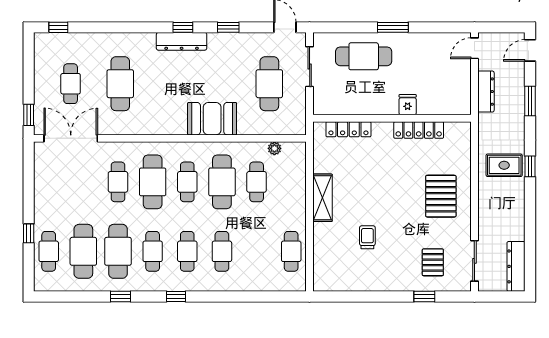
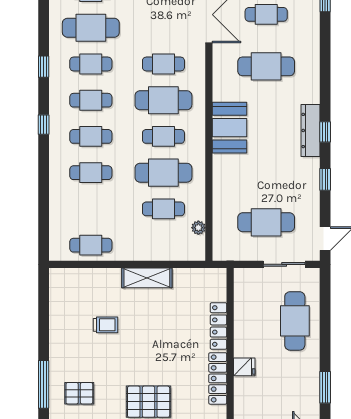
window: (393, 27) -> (325, 387), moved
booth: (212, 119) -> (230, 128), moved
locker: (348, 129) -> (218, 326), moved
cafe table: (118, 251) -> (91, 64), width x0.73, depth x0.74
window: (424, 297) -> (44, 384), width x2.17

